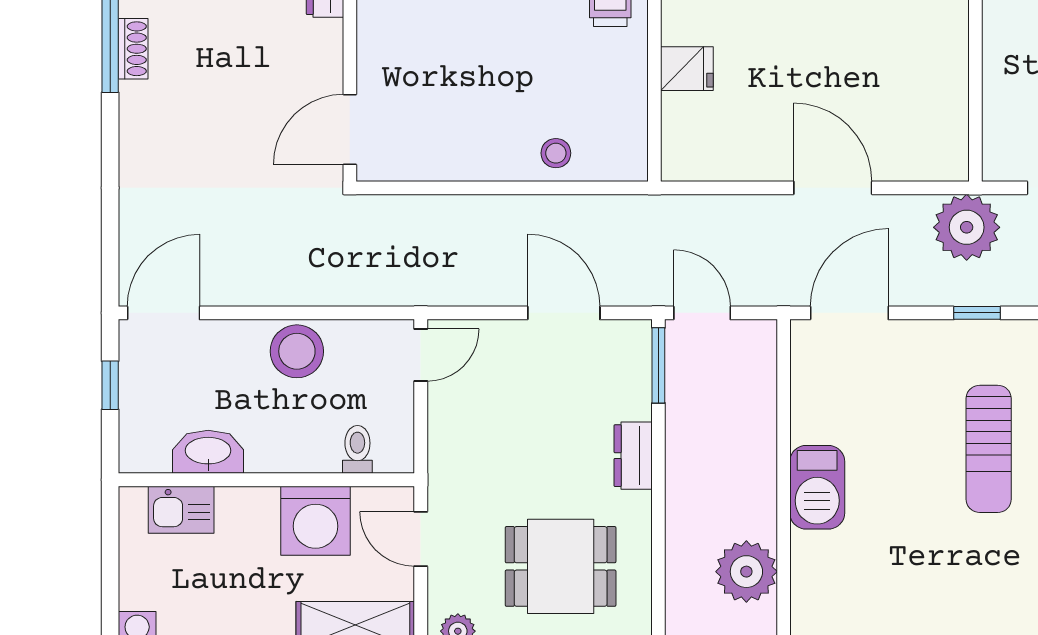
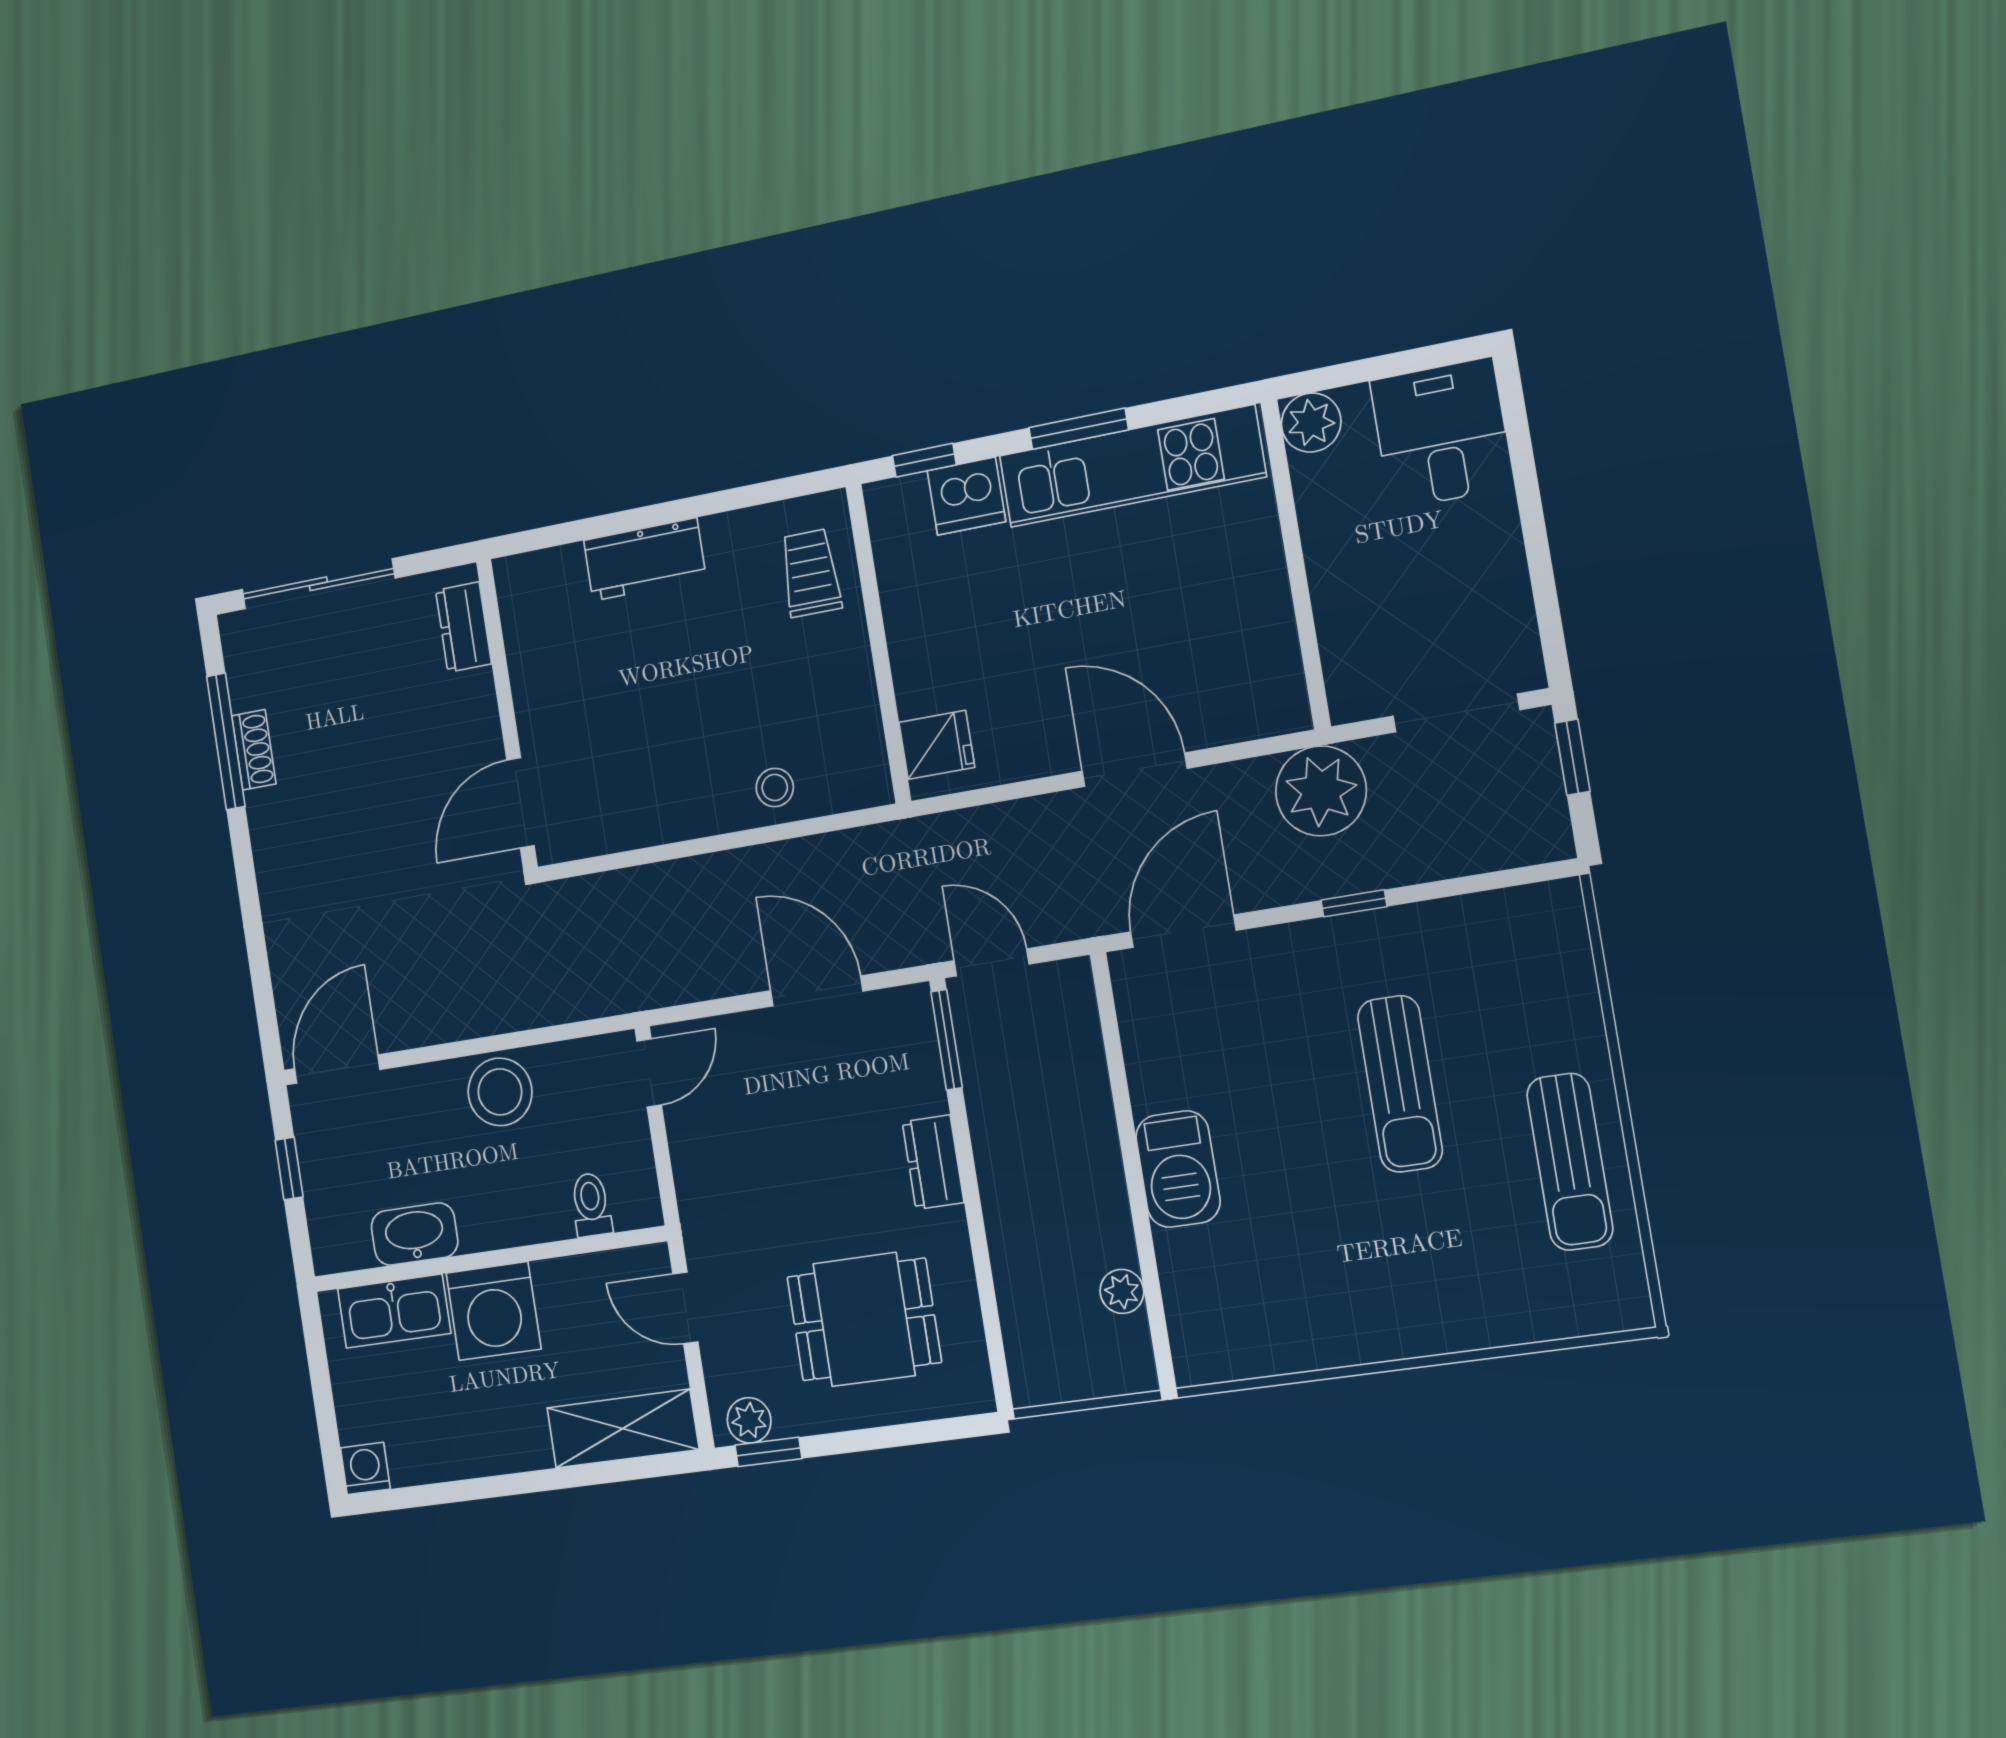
fridge: (687, 69) -> (937, 745), moved
kitchen sink: (181, 510) -> (394, 1311), width x1.38
washing machine: (316, 521) -> (493, 1311), moved
plant: (746, 572) -> (1122, 1291), width x0.53, depth x0.53

